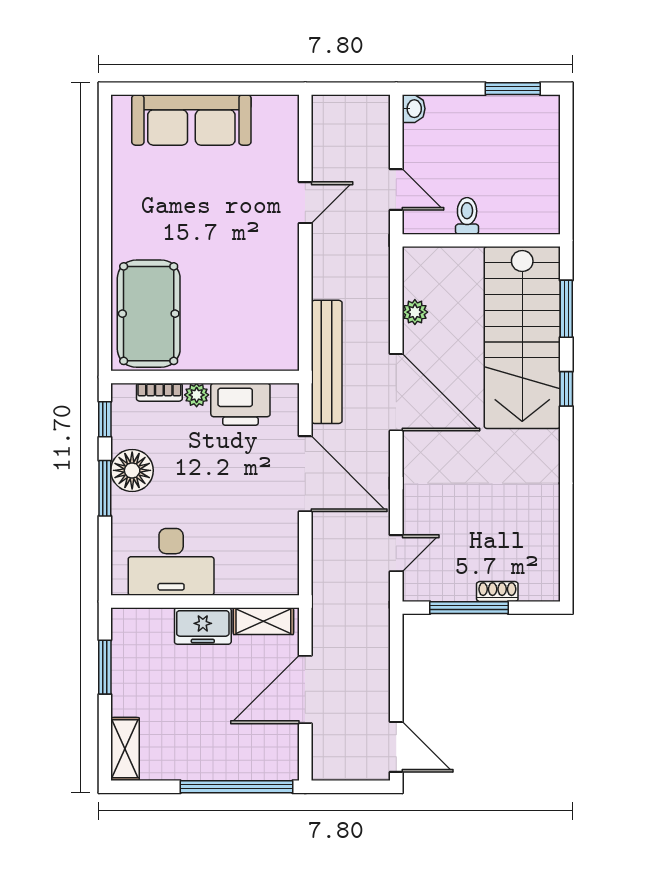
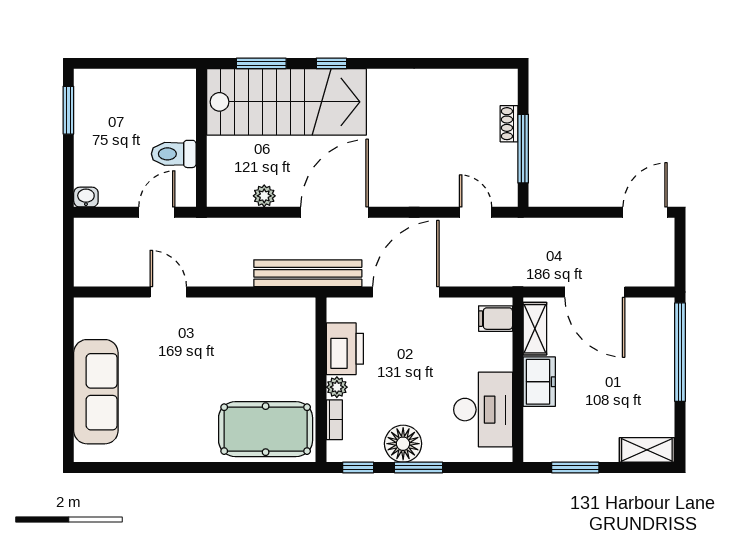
toilet: (467, 216) -> (174, 154), width x1.37, depth x1.39
filing cabinet: (275, 576) -> (496, 319), added

